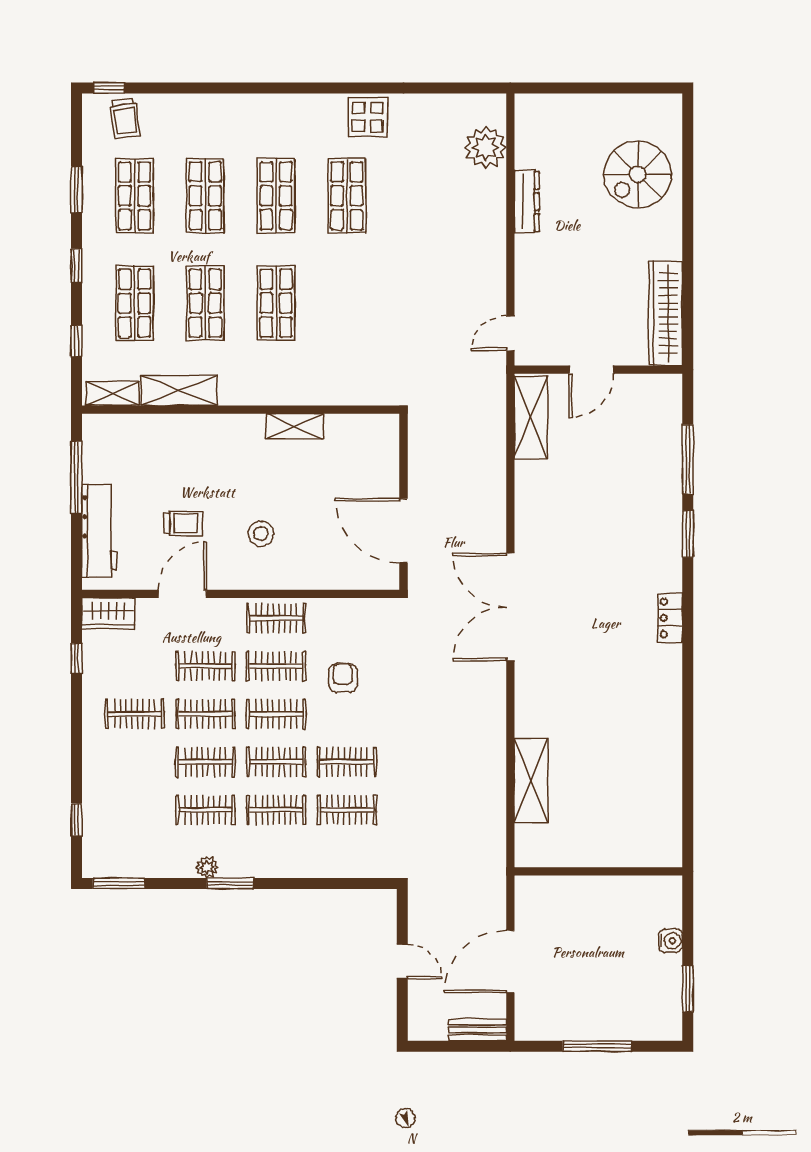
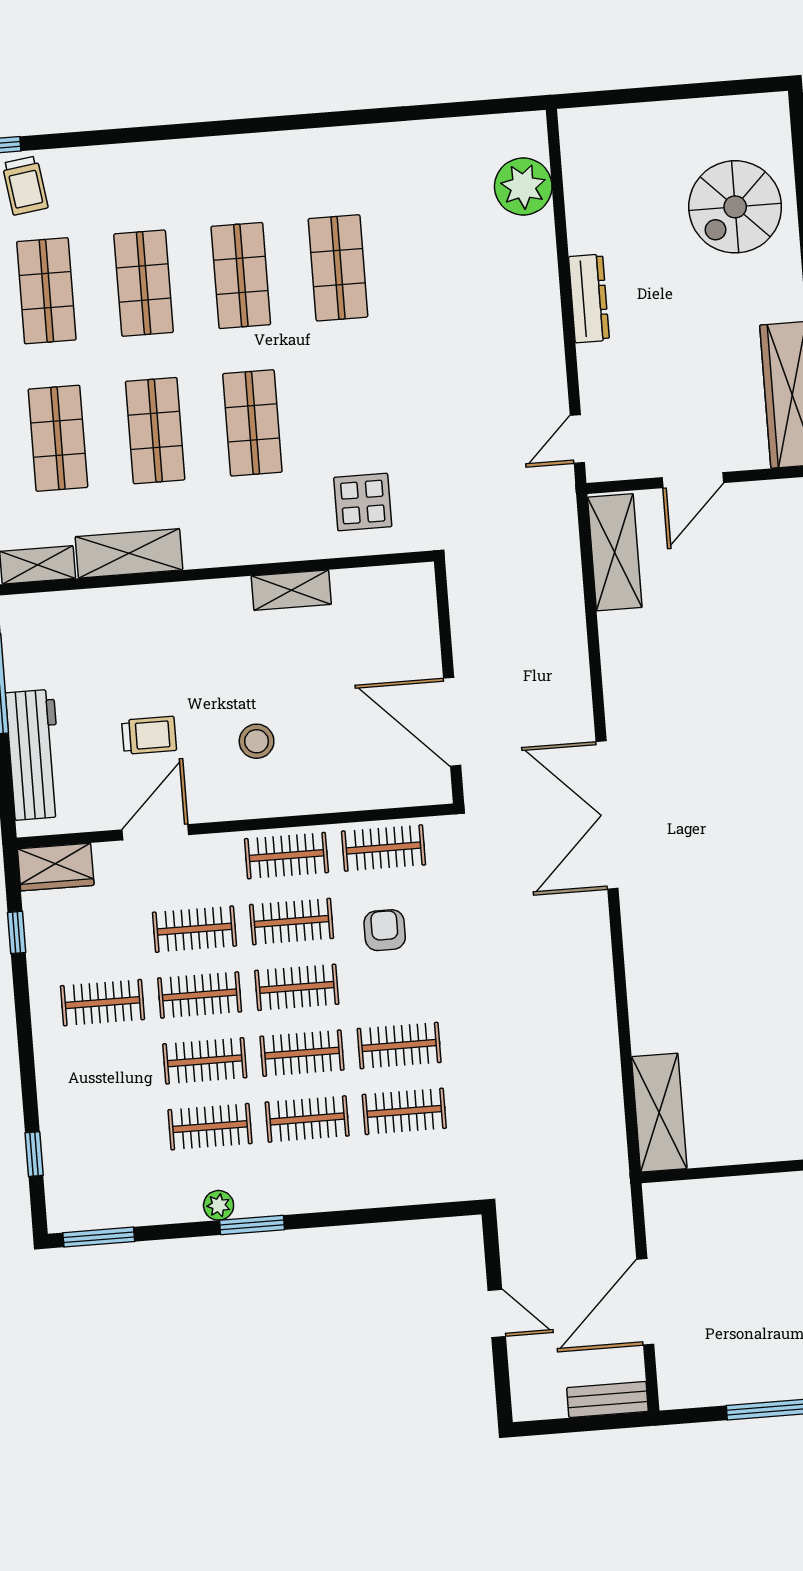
display table: (368, 117) -> (363, 502), moved
dresser: (527, 202) -> (589, 298), moved
clothes rail: (347, 618) -> (384, 848), added
shelving: (531, 781) -> (659, 1113), moved

